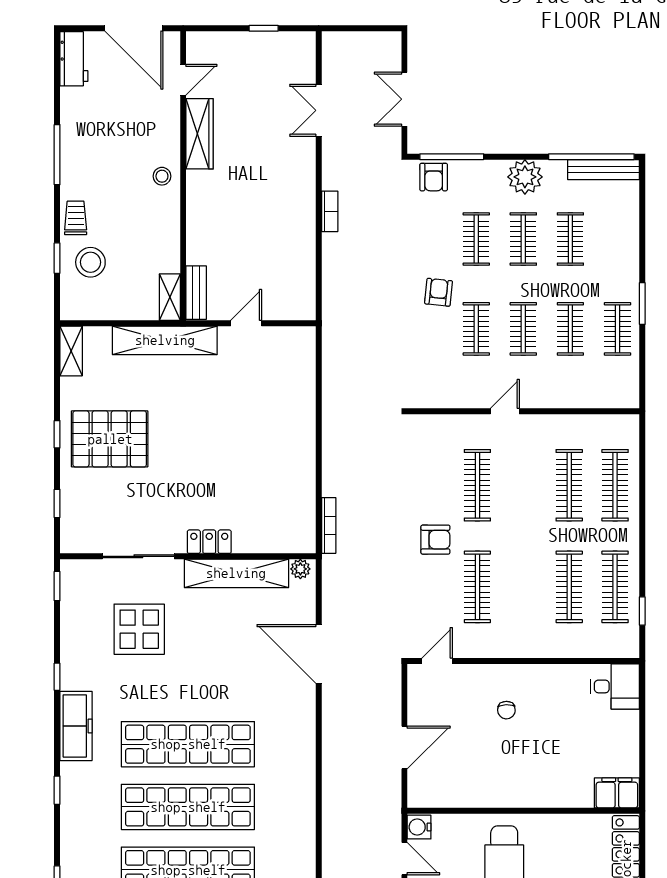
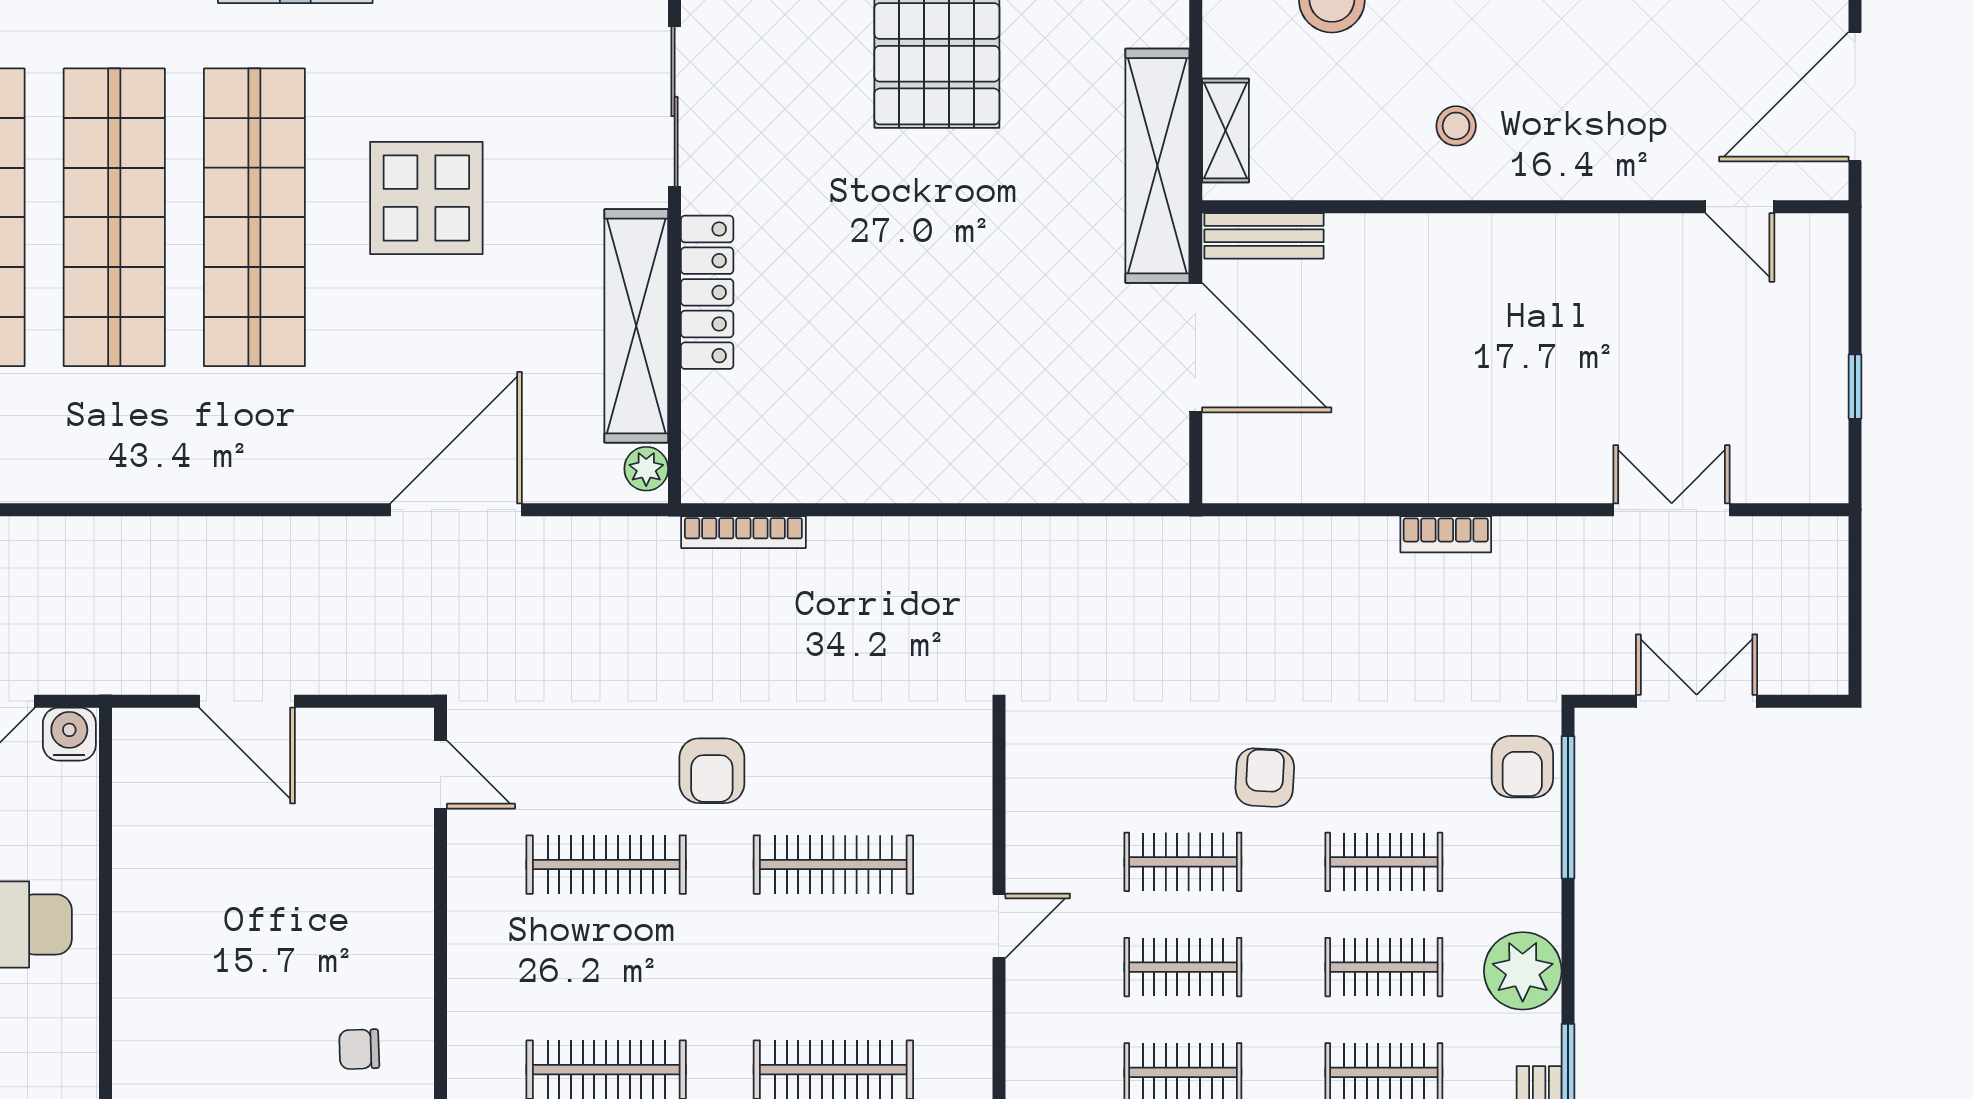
wardrobe: (200, 134) -> (1619, 243), removed
stool: (162, 176) -> (1456, 126), moved
armchair: (434, 177) -> (1522, 767), turned -90
armchair: (438, 292) -> (1265, 778), turned -93
shelving: (170, 297) -> (1225, 131), moved, turned 90
door: (246, 323) -> (1196, 348), width x1.87
door: (505, 411) -> (999, 926), hinge flipped
locker: (209, 542) -> (707, 292), width x1.53
display table: (139, 629) -> (426, 198), moved
chair: (506, 710) -> (359, 1049), moved

